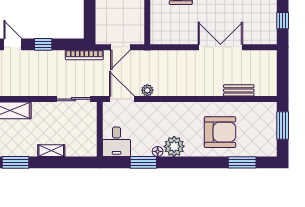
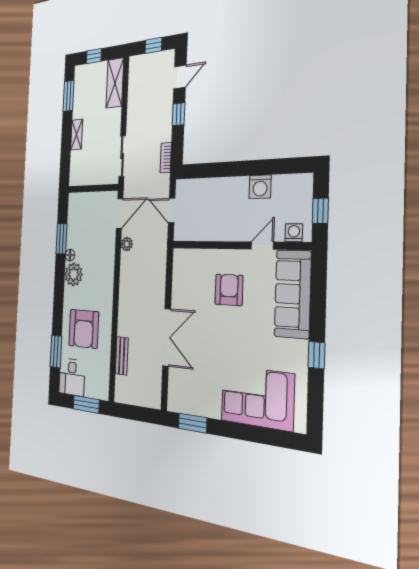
window: (283, 21) -> (193, 423), width x1.50
bookcase: (84, 55) -> (166, 158), width x0.64
desk: (117, 142) -> (72, 377), moved, turned -90

